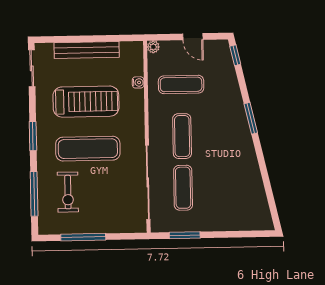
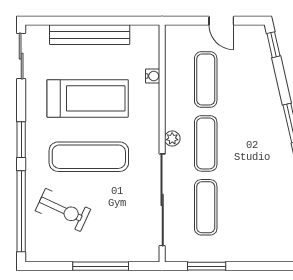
plant: (153, 47) -> (172, 138), moved
exercise mat: (181, 84) -> (206, 80), turned 90
exercise bike: (68, 192) -> (63, 210), turned -65
window: (34, 194) -> (21, 211), width x1.46
window: (83, 237) -> (101, 266), moved

